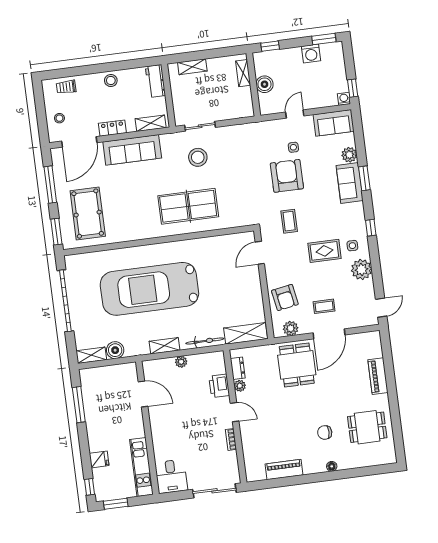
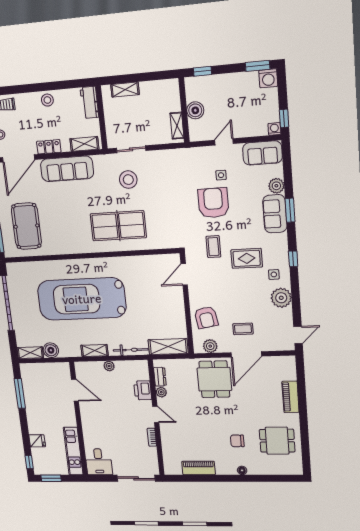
washing machine: (311, 54) -> (268, 78), moved
shelving: (243, 73) -> (177, 126), moved
rug: (324, 251) -> (247, 258), moved

